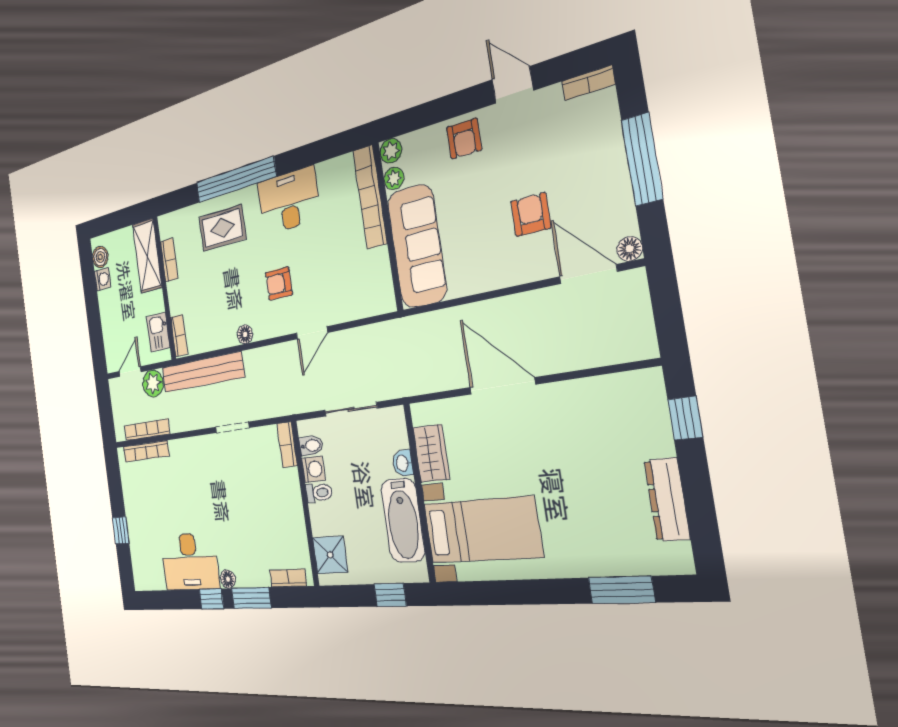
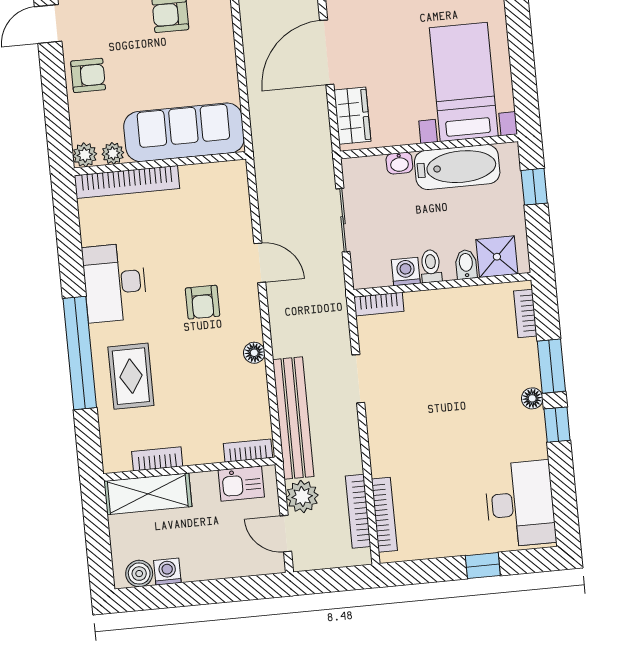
bidet: (311, 446) -> (466, 264), moved
wardrobe: (431, 453) -> (352, 116), moved, turned 90
desk: (190, 562) -> (520, 504), moved

